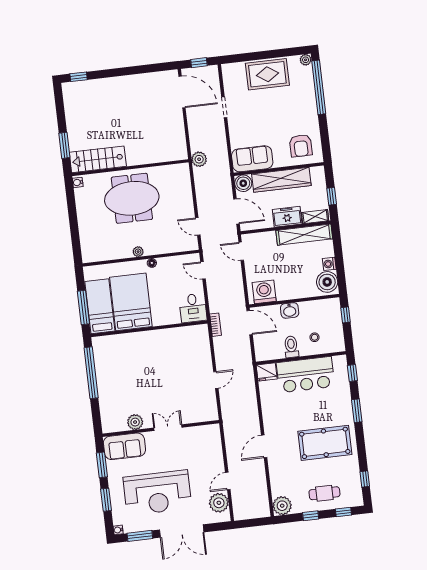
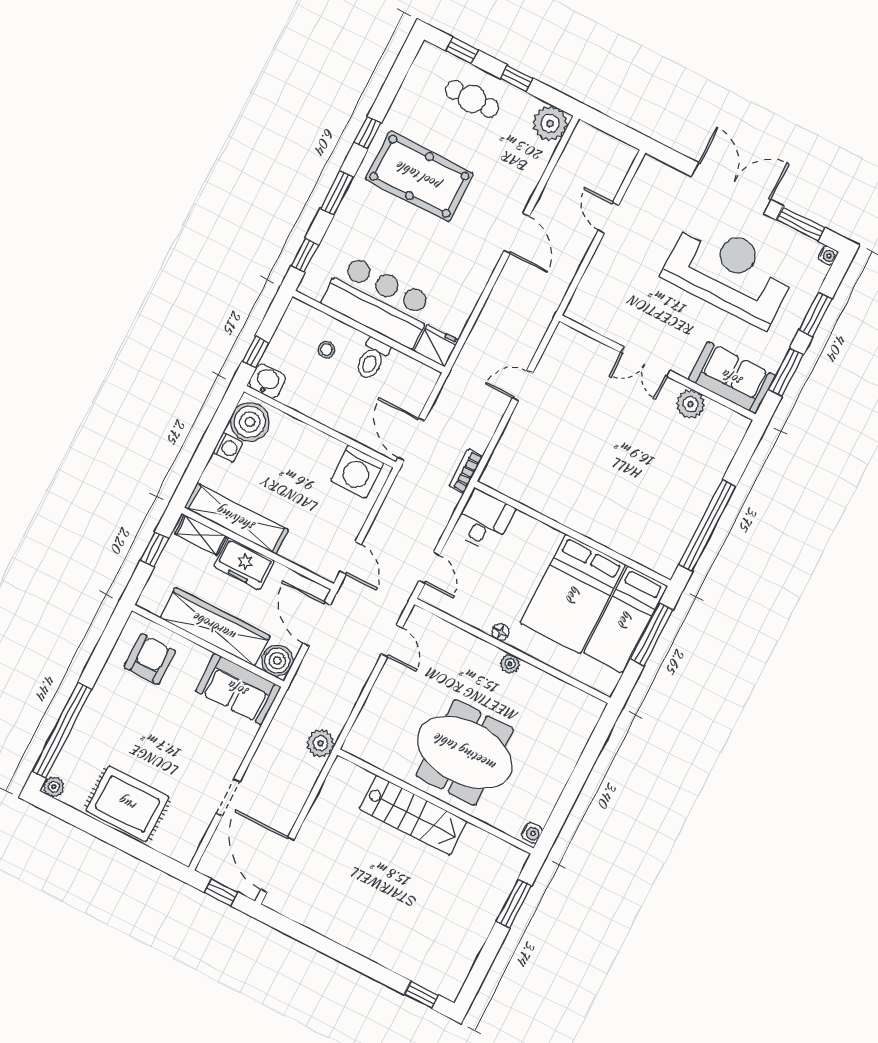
stairs: (98, 159) -> (413, 815), moved
washbasin: (290, 310) -> (267, 381), moved
door: (264, 446) -> (517, 234), hinge flipped
window: (365, 479) -> (368, 133), moved
door: (228, 481) -> (609, 218), swing flipped
plant: (219, 503) -> (645, 193), removed

